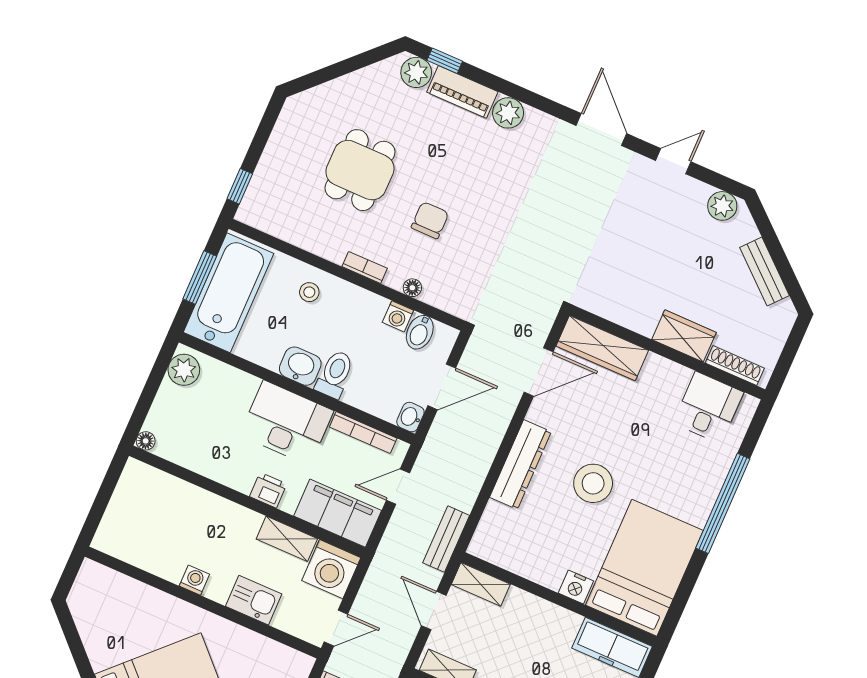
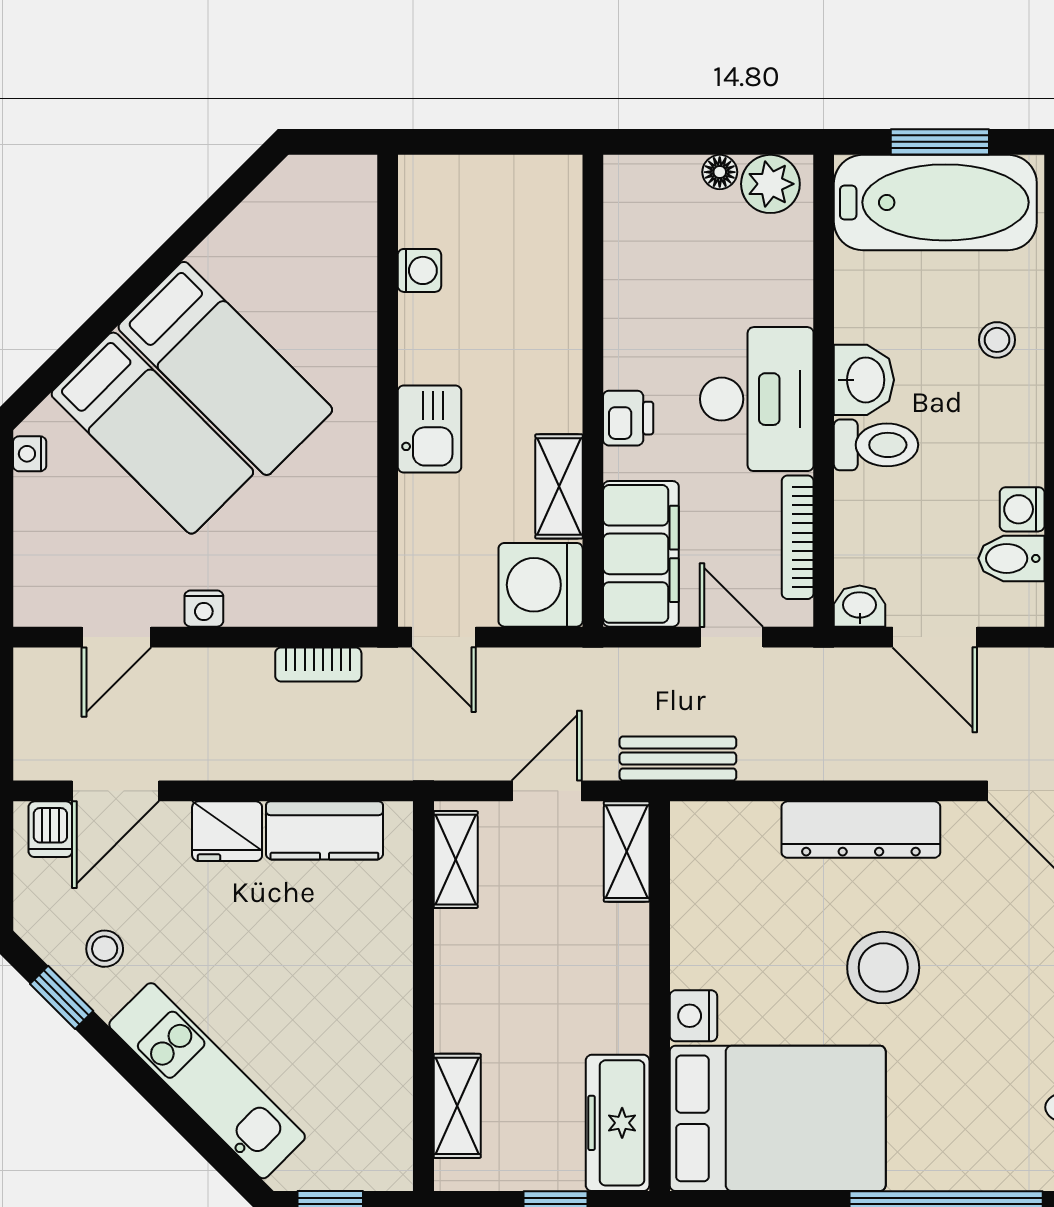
floor lamp: (146, 441) -> (720, 172), moved
washing machine: (194, 580) -> (419, 270), moved
kitchen sink: (254, 600) -> (430, 429), moved

